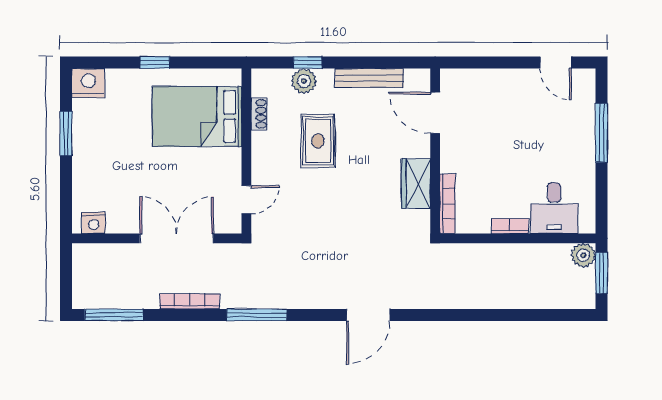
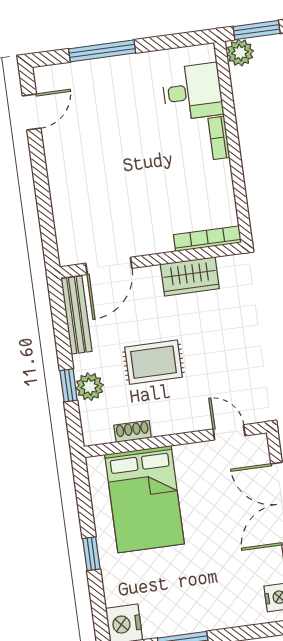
door: (435, 113) -> (109, 266), moved
wall: (435, 151) -> (151, 260), moved
wardrobe: (416, 184) -> (190, 276), moved
bookcase: (447, 204) -> (207, 239), moved

